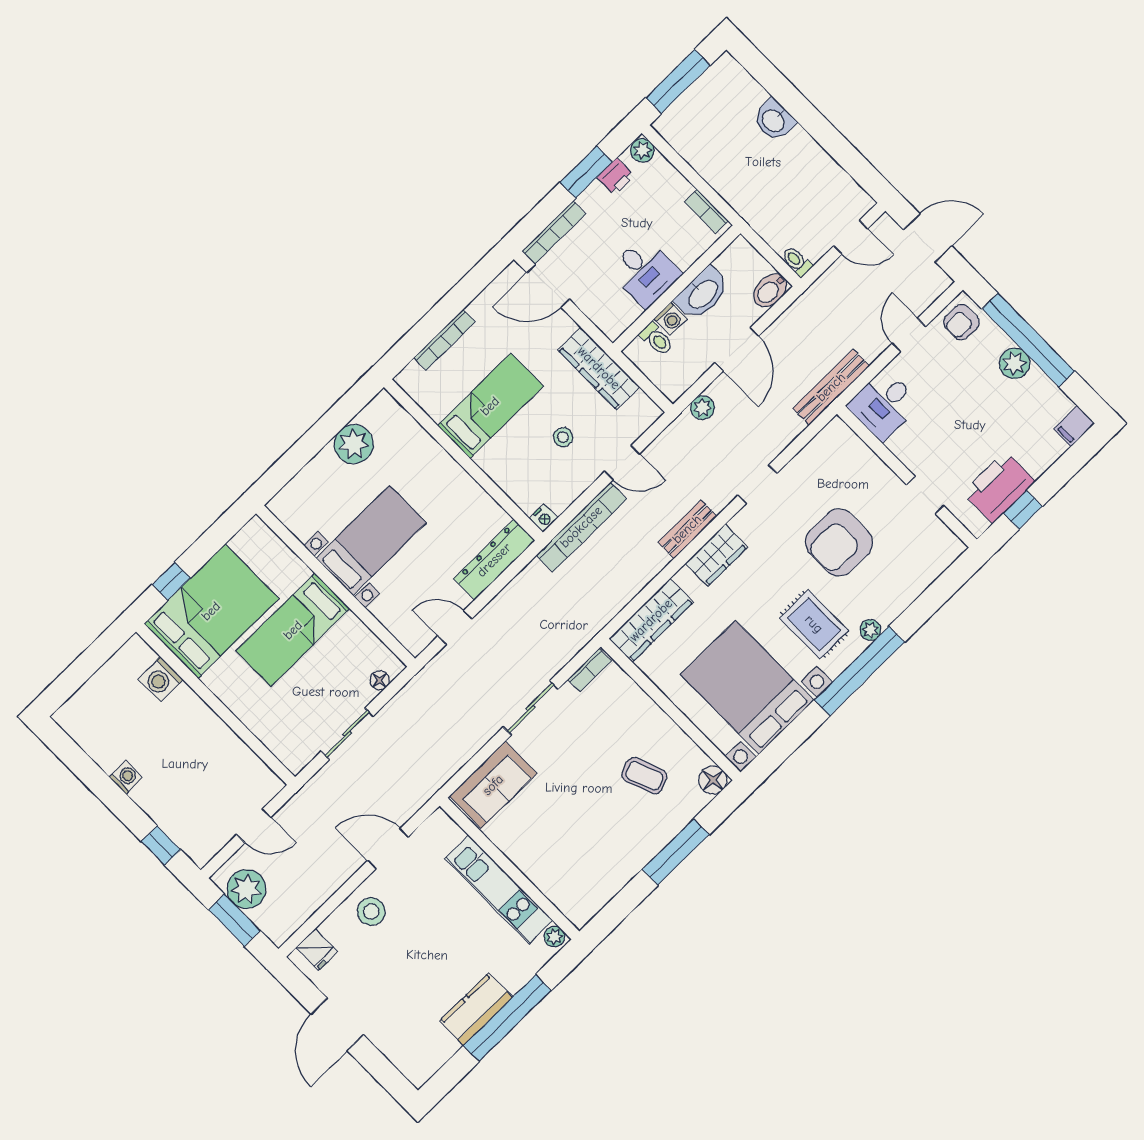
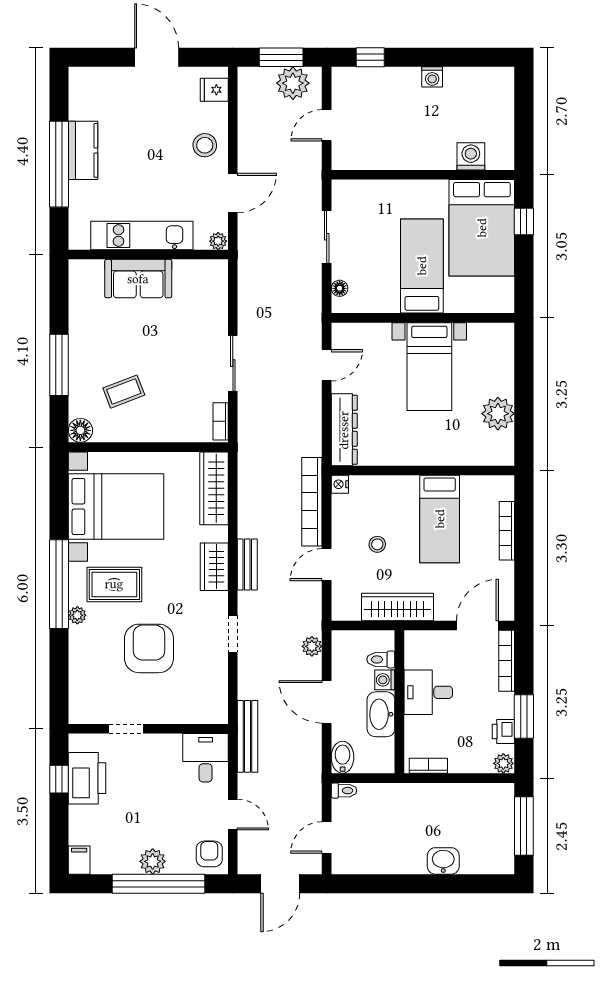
sofa: (493, 785) -> (138, 279), moved, turned -90
plant: (554, 937) -> (218, 241), moved

